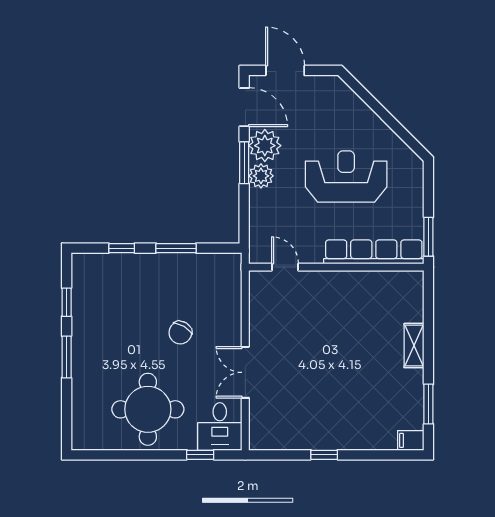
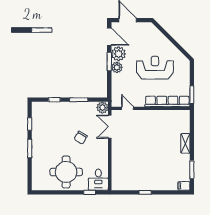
plant: (229, 265) -> (102, 108), added
double door: (245, 372) -> (110, 127), moved

